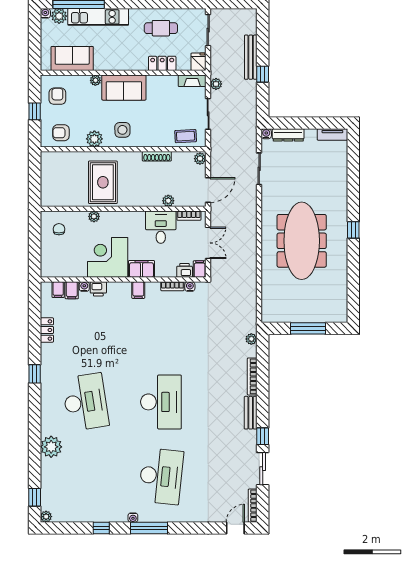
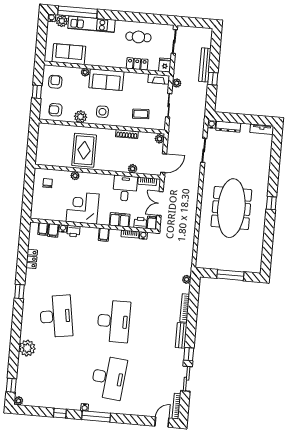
coffee table: (186, 136) -> (141, 114), moved
double door: (208, 243) -> (160, 203), swing flipped
filing cabinet: (141, 269) -> (120, 220), moved

